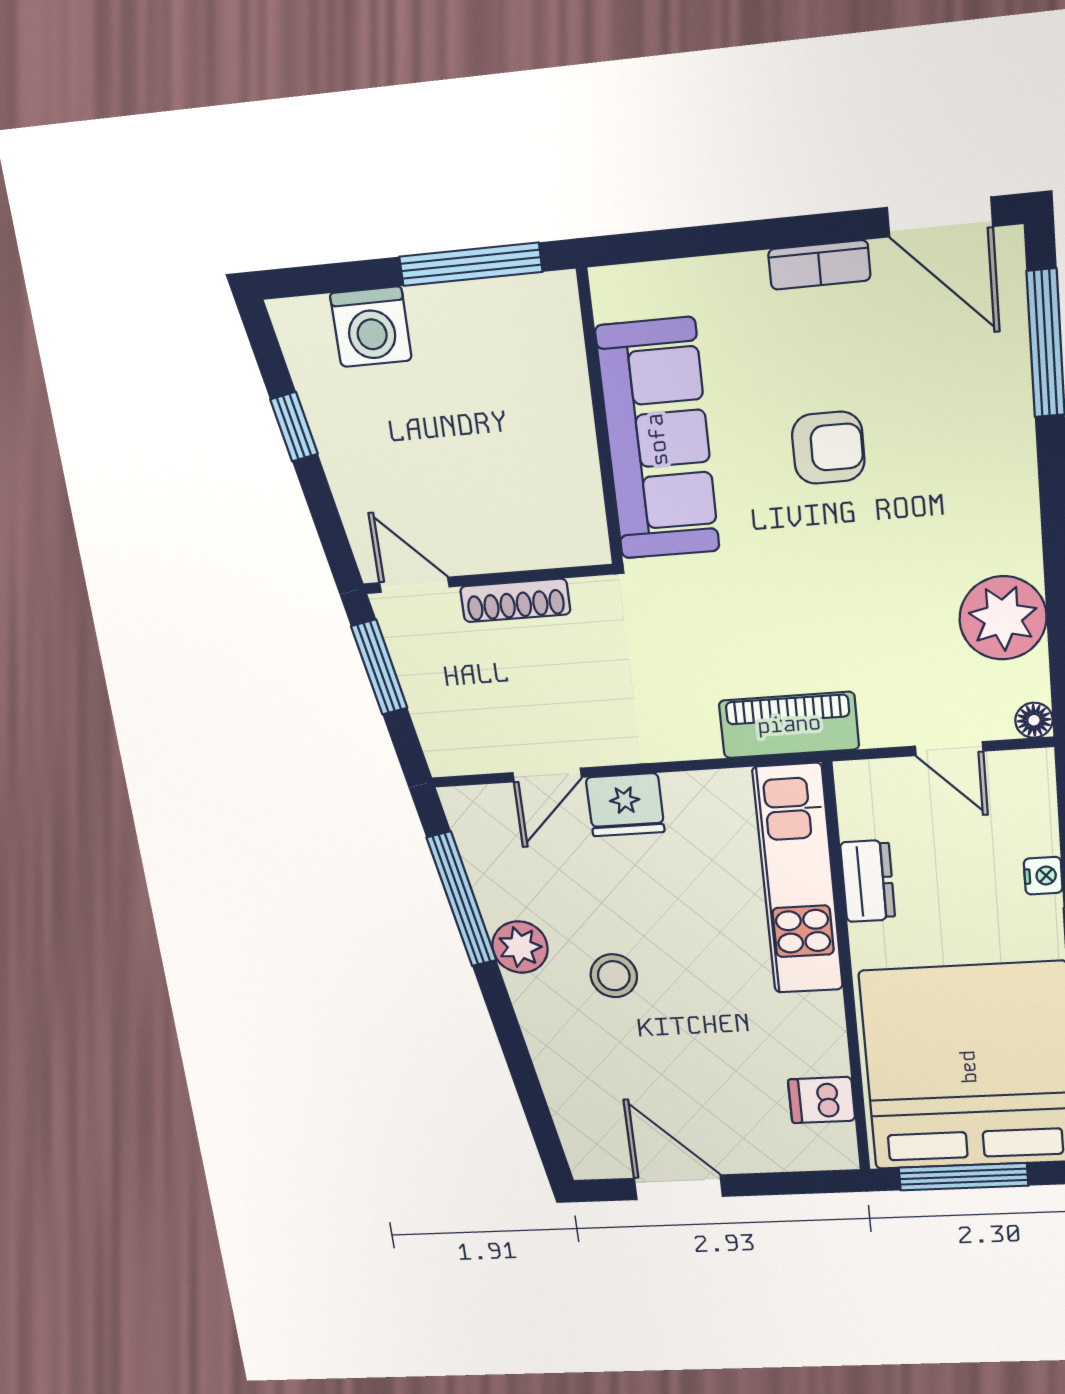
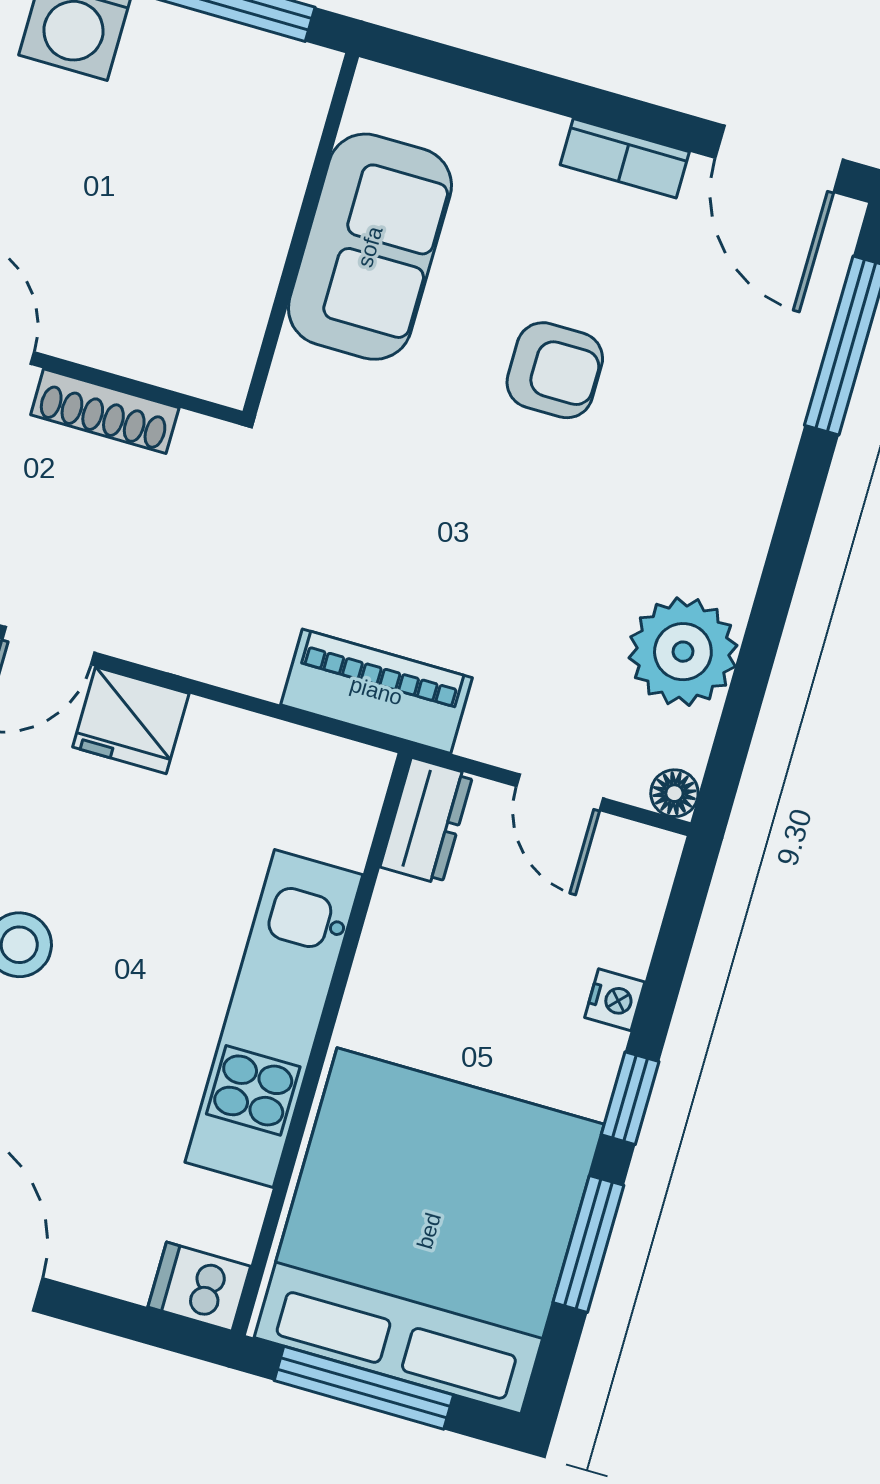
sofa: (658, 440) -> (370, 247), width x0.73
kitchen unit: (798, 880) -> (274, 1018), moved
dresser: (868, 881) -> (427, 821), moved
dishwasher: (822, 1100) -> (199, 1287), moved

